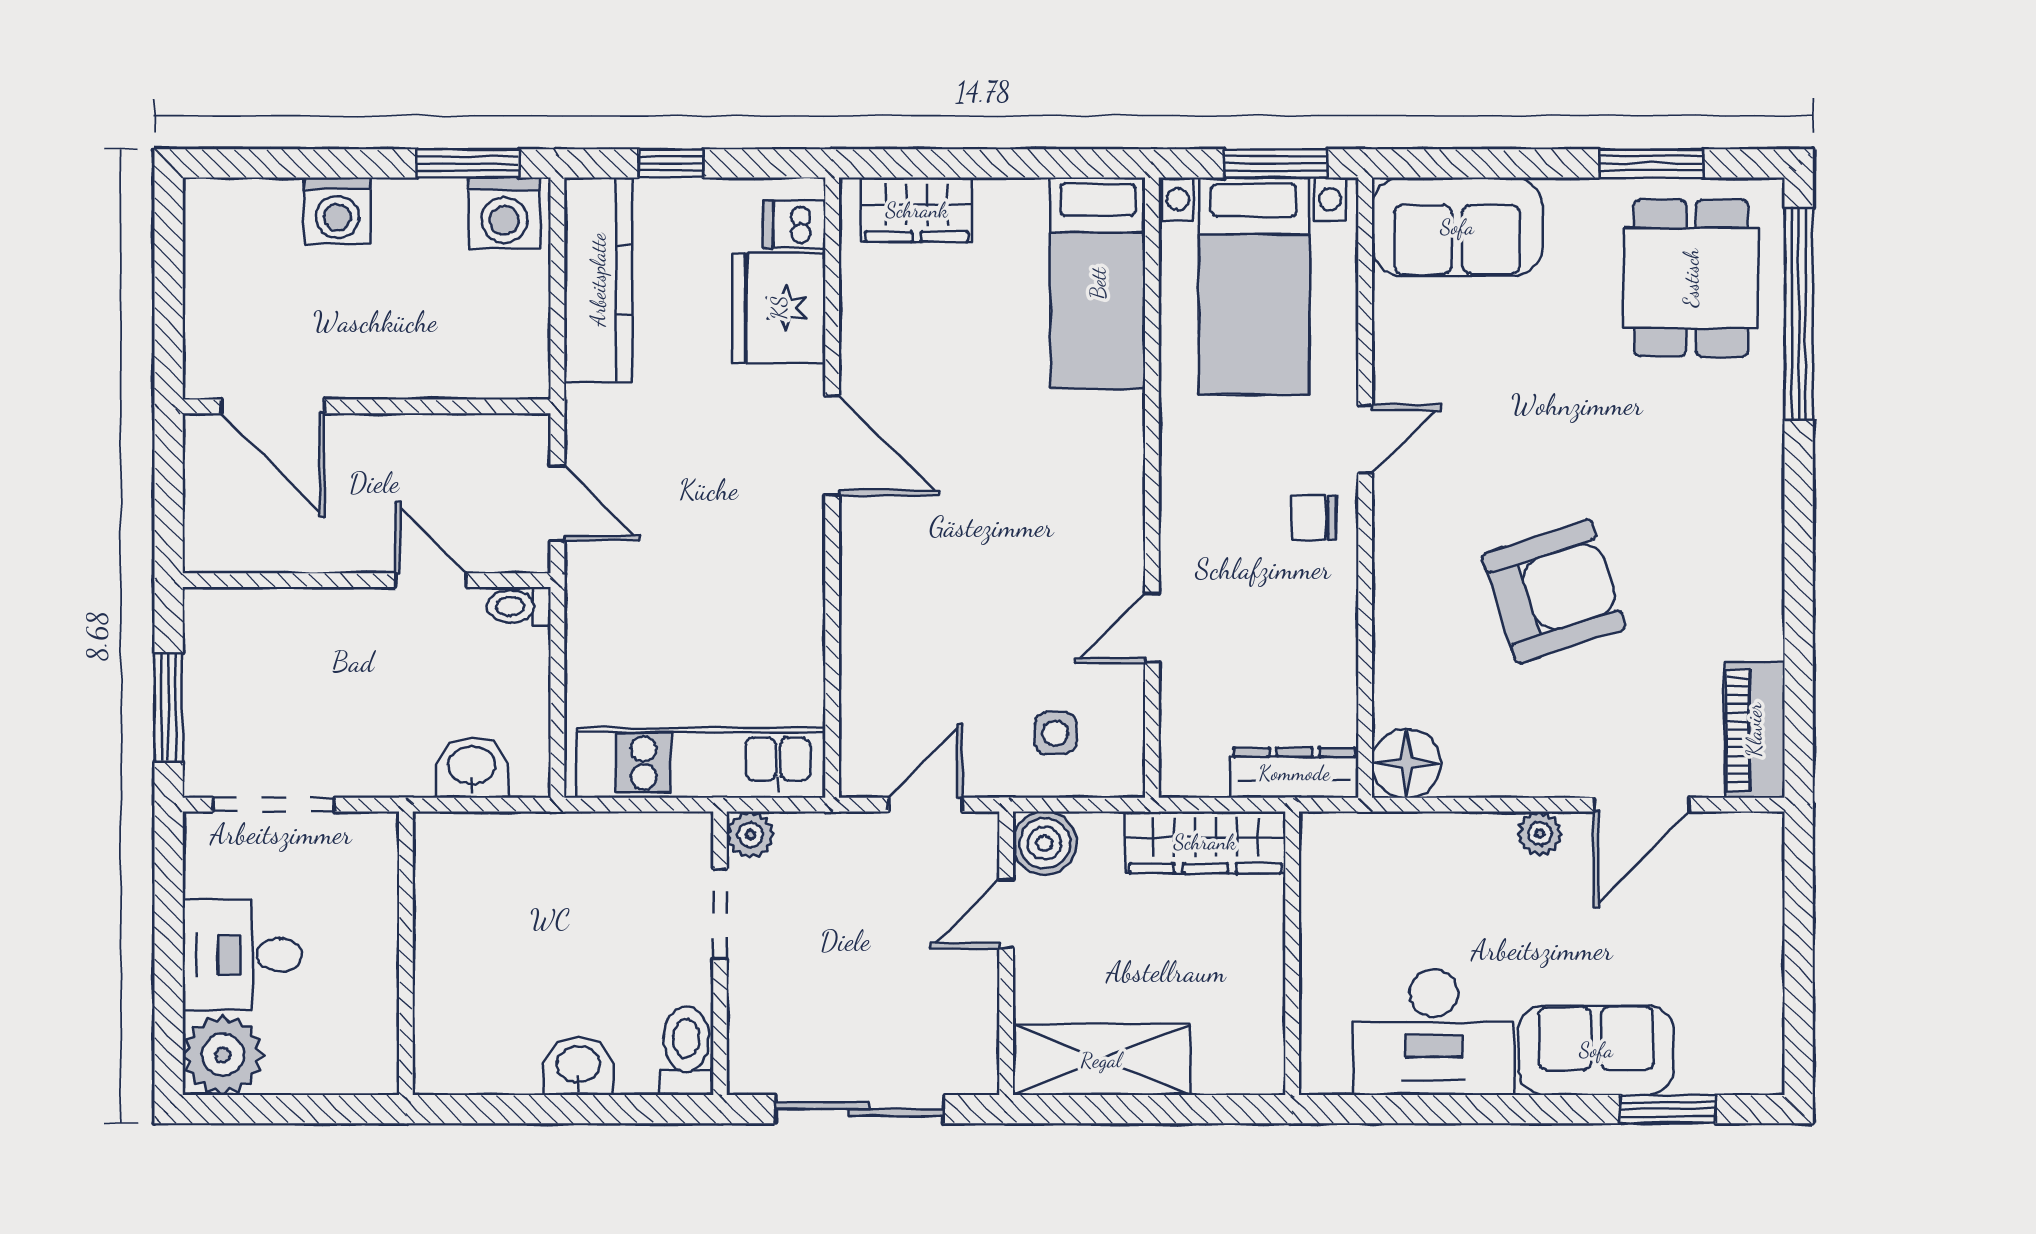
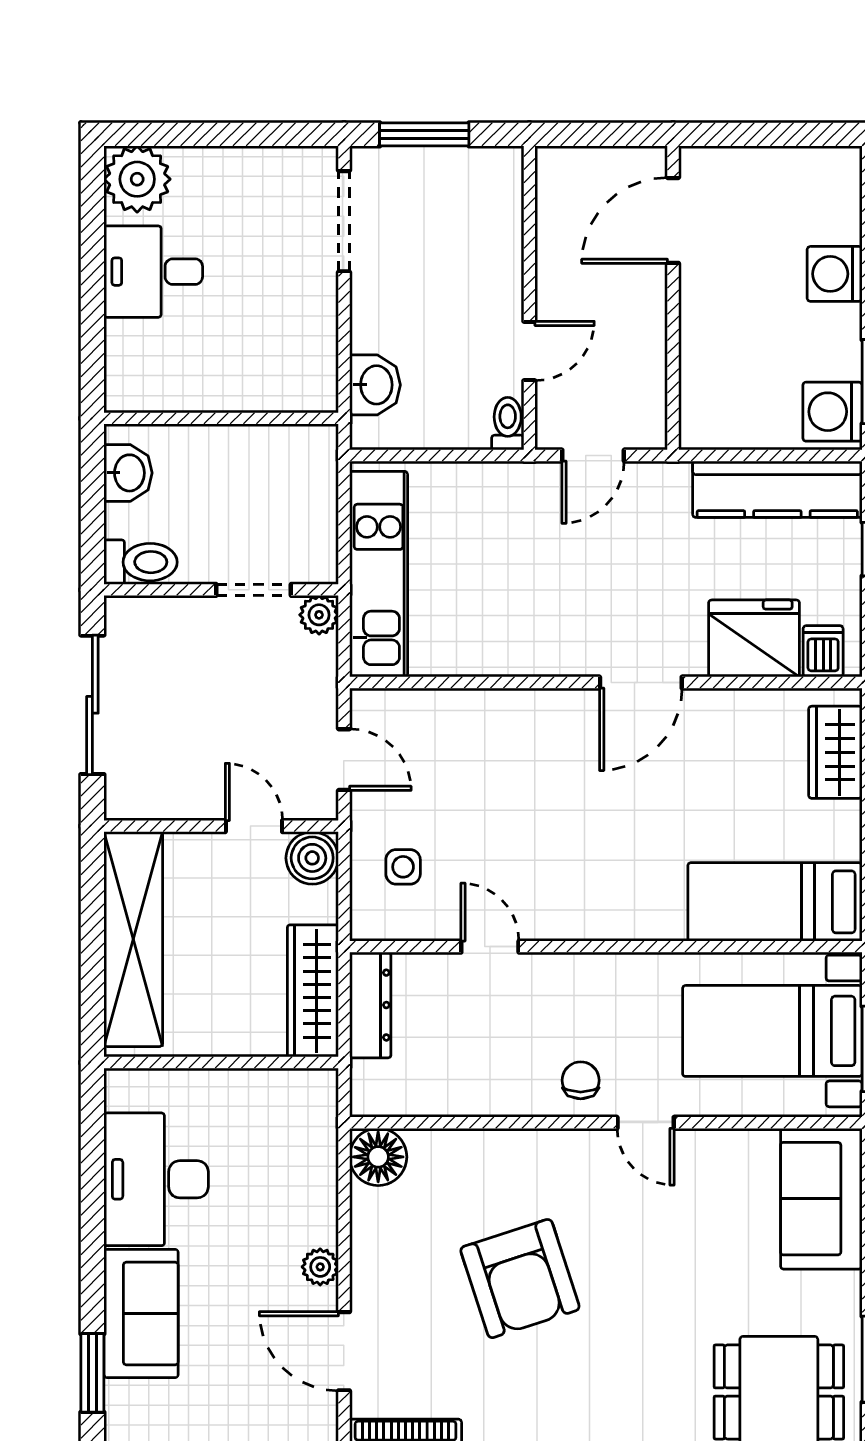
dresser: (1294, 773) -> (370, 1005), moved
wall: (406, 953) -> (221, 418), moved
desk: (242, 955) -> (153, 272), moved, turned -90
shelving: (1101, 1060) -> (133, 939), width x1.47

